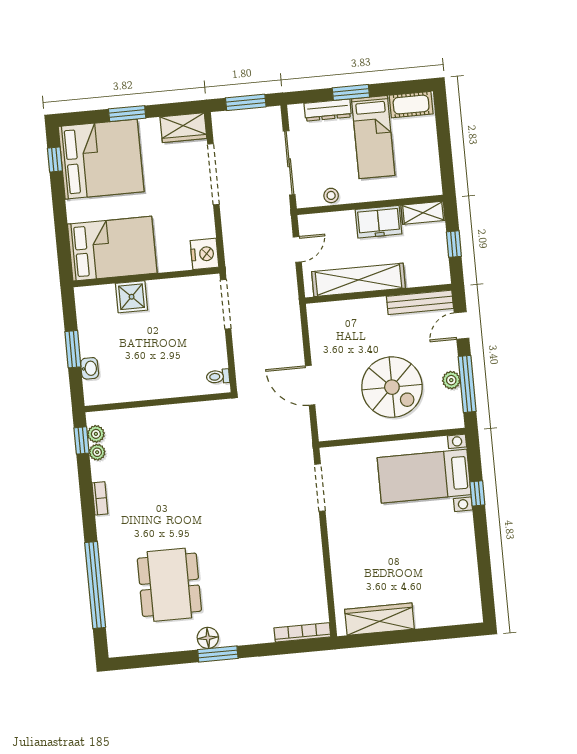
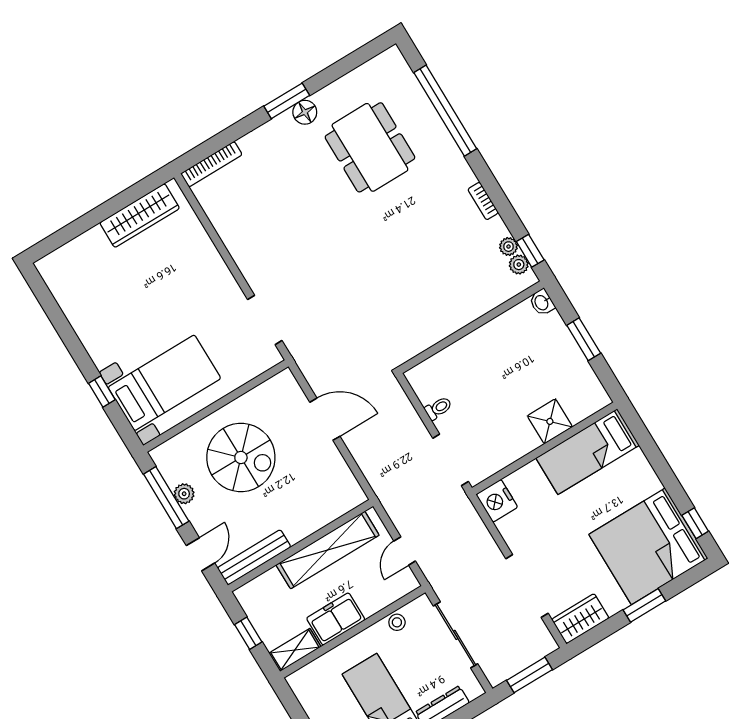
bed: (112, 249) -> (588, 452), width x0.67
washbasin: (90, 368) -> (542, 302), moved
toilet: (218, 377) -> (438, 408), moved
spiral stairs: (392, 387) -> (241, 458), turned 180

